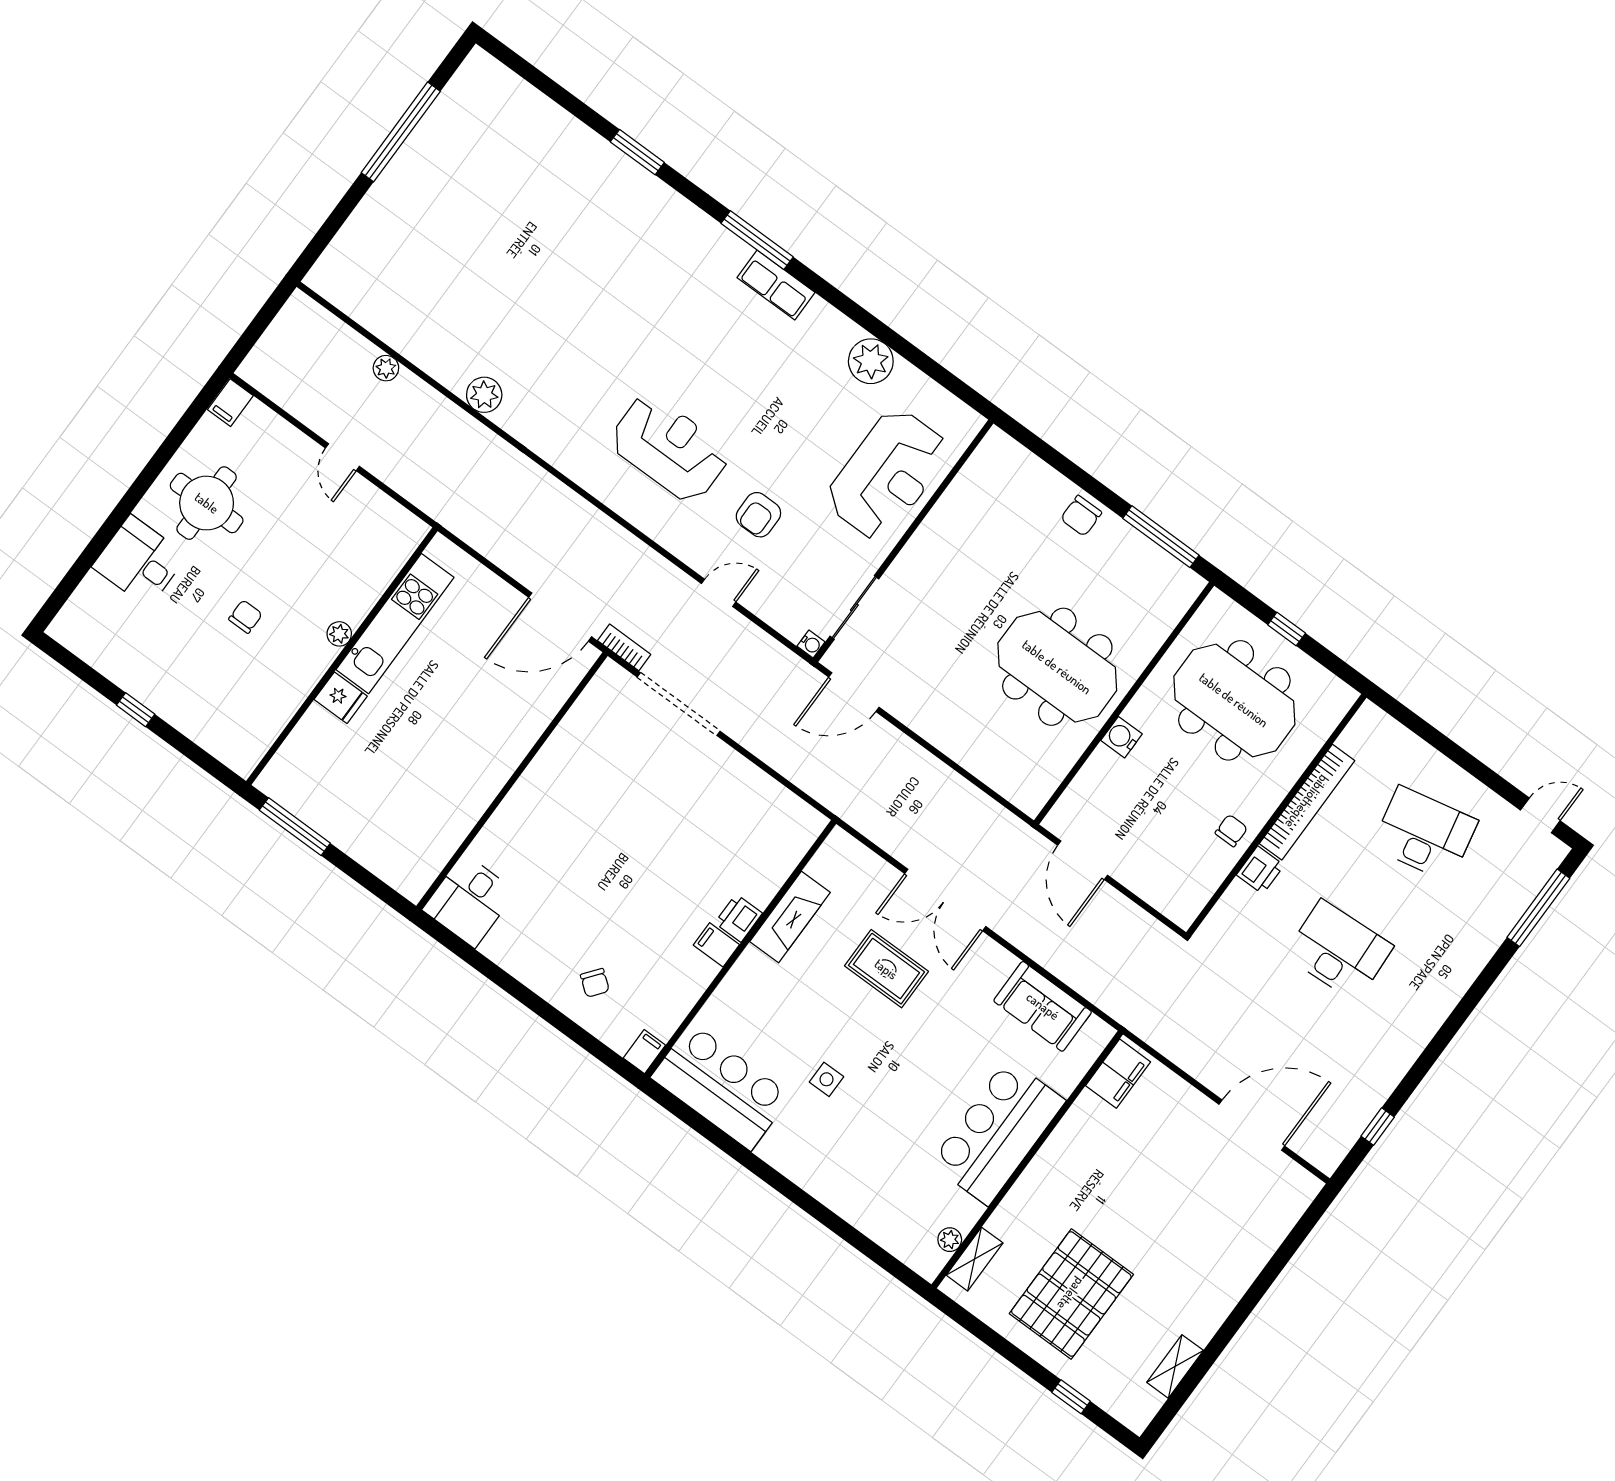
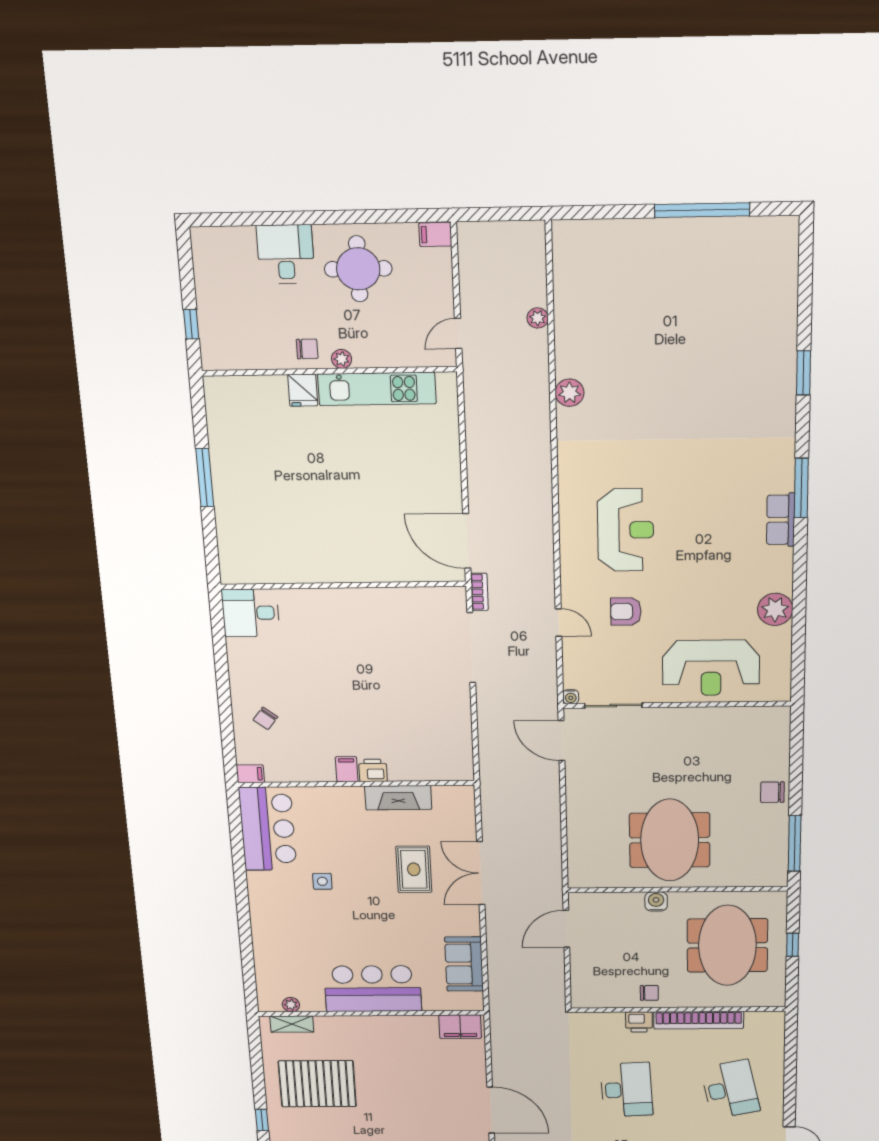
kitchen unit: (395, 624) -> (377, 389), moved
plant: (339, 634) -> (342, 359), moved
wall: (342, 656) -> (329, 371), moved
fridge: (341, 698) -> (303, 390), moved

